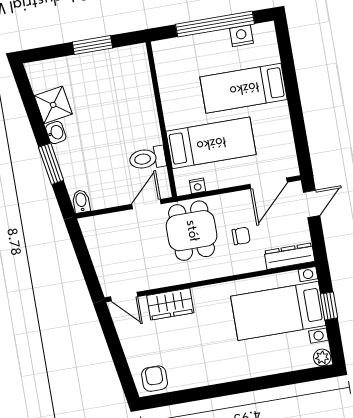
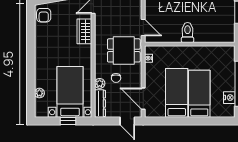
bed: (211, 143) -> (177, 93), moved, turned 180
toilet: (147, 158) -> (188, 33), moved
plant: (255, 263) -> (100, 83), added
plant: (322, 357) -> (39, 93), moved
armchair: (155, 379) -> (44, 15), turned 90

